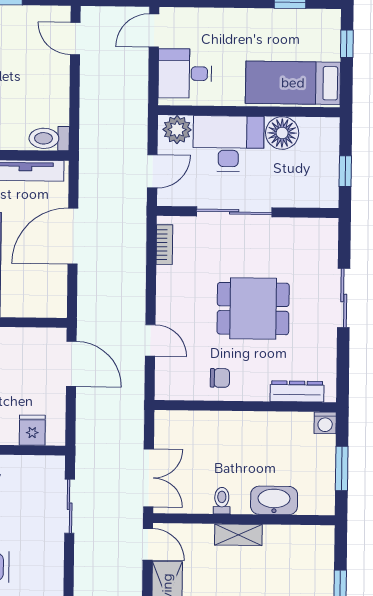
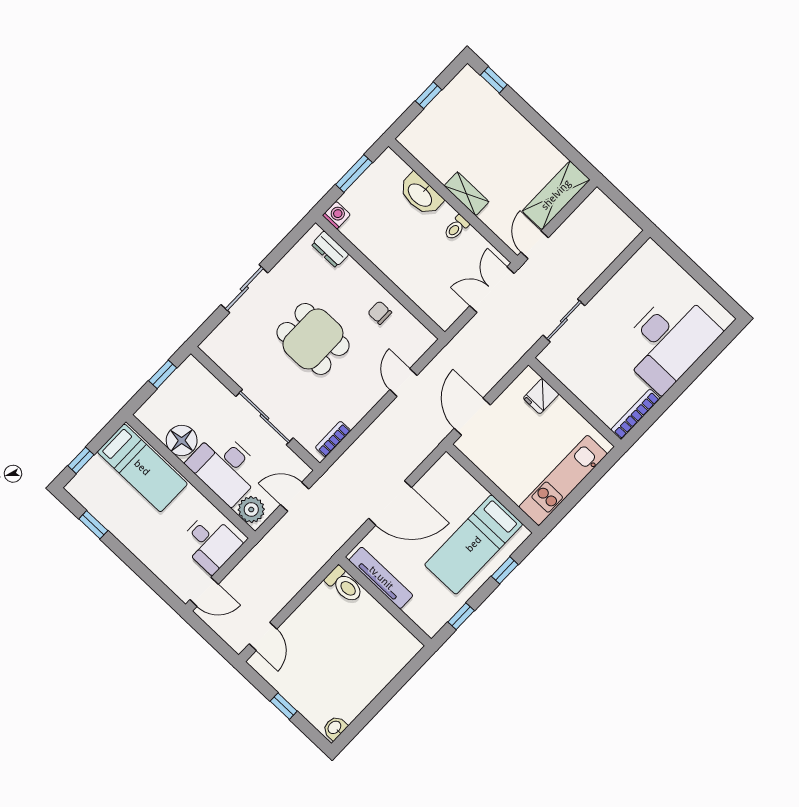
dresser: (297, 391) -> (330, 249), width x0.70

